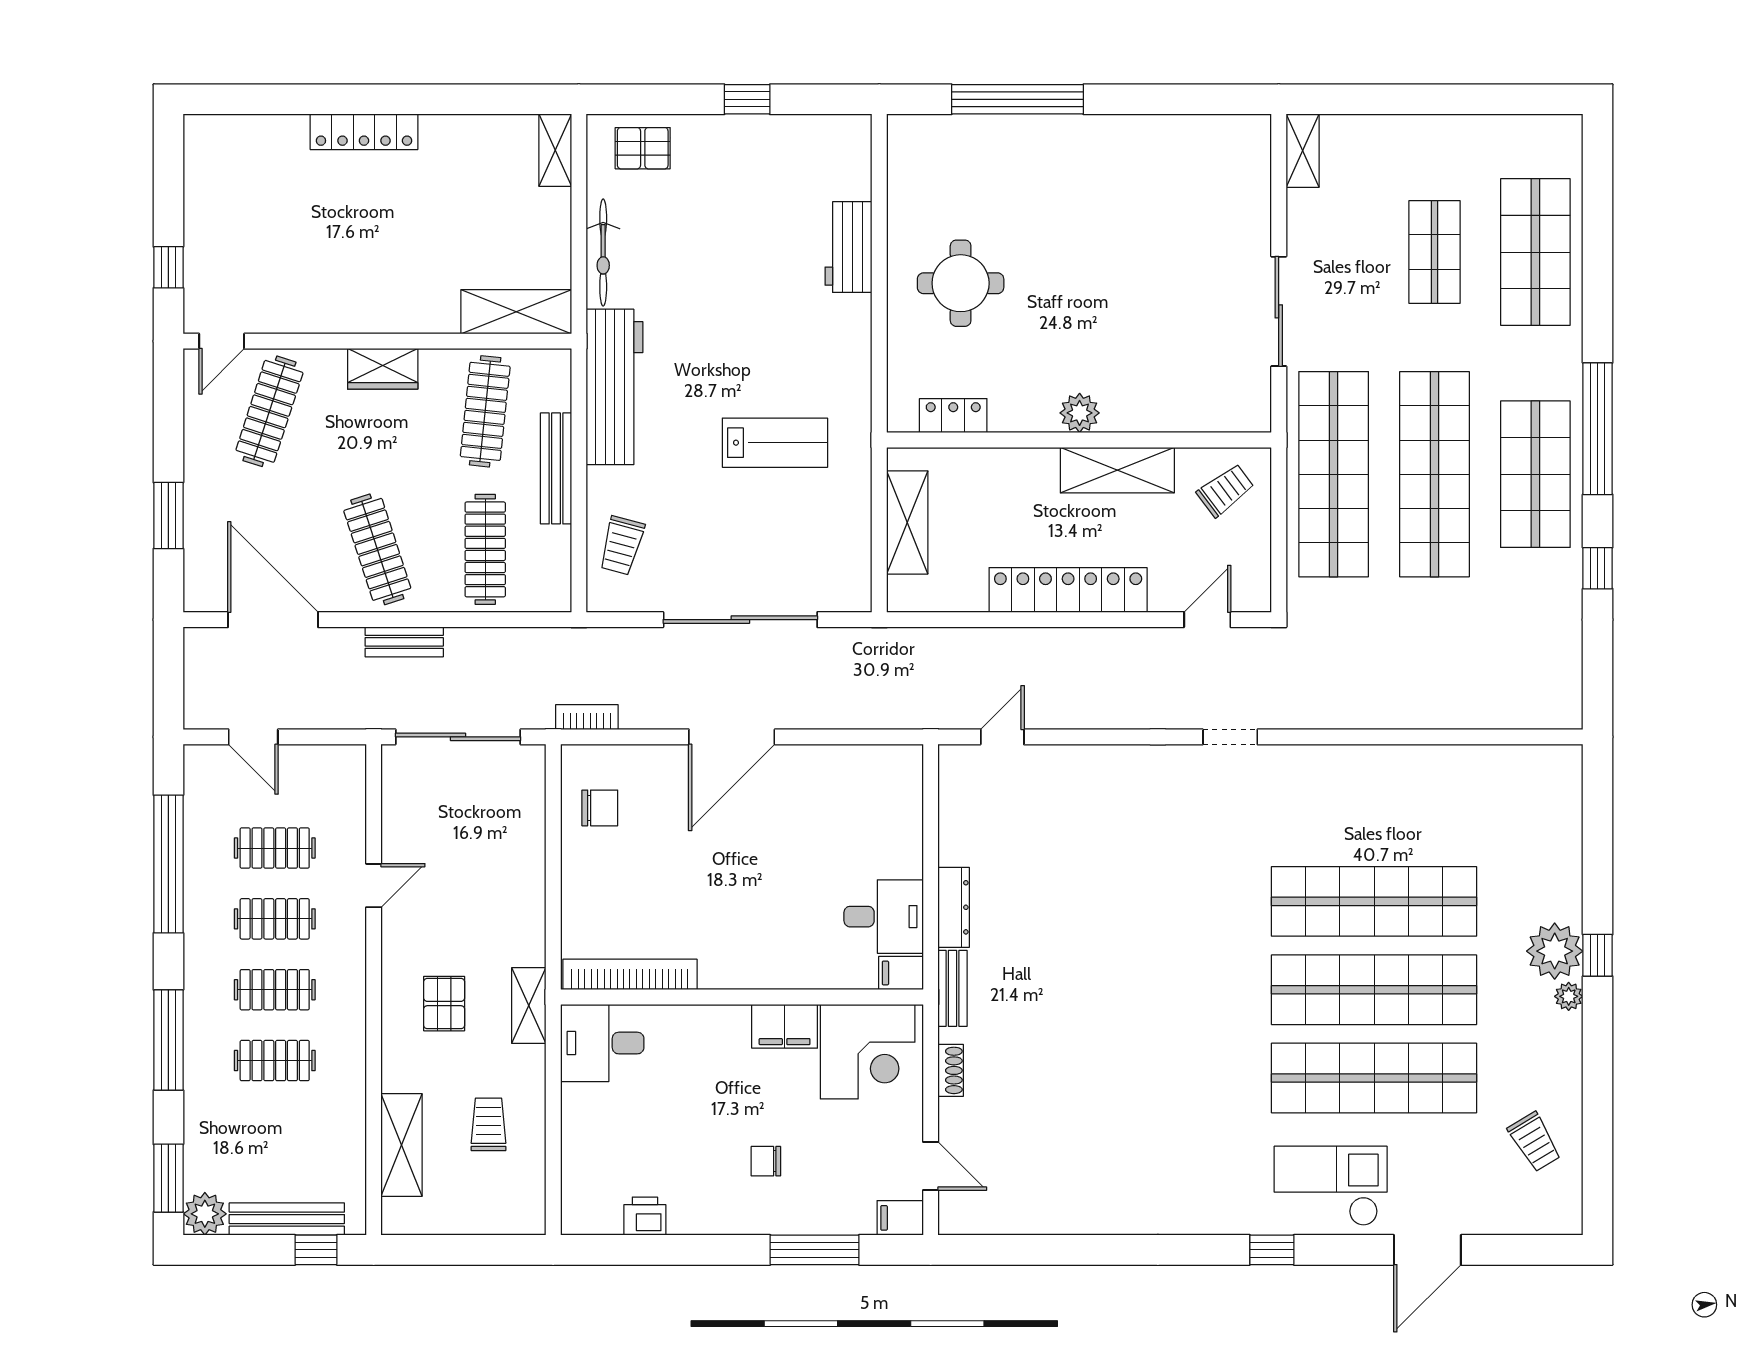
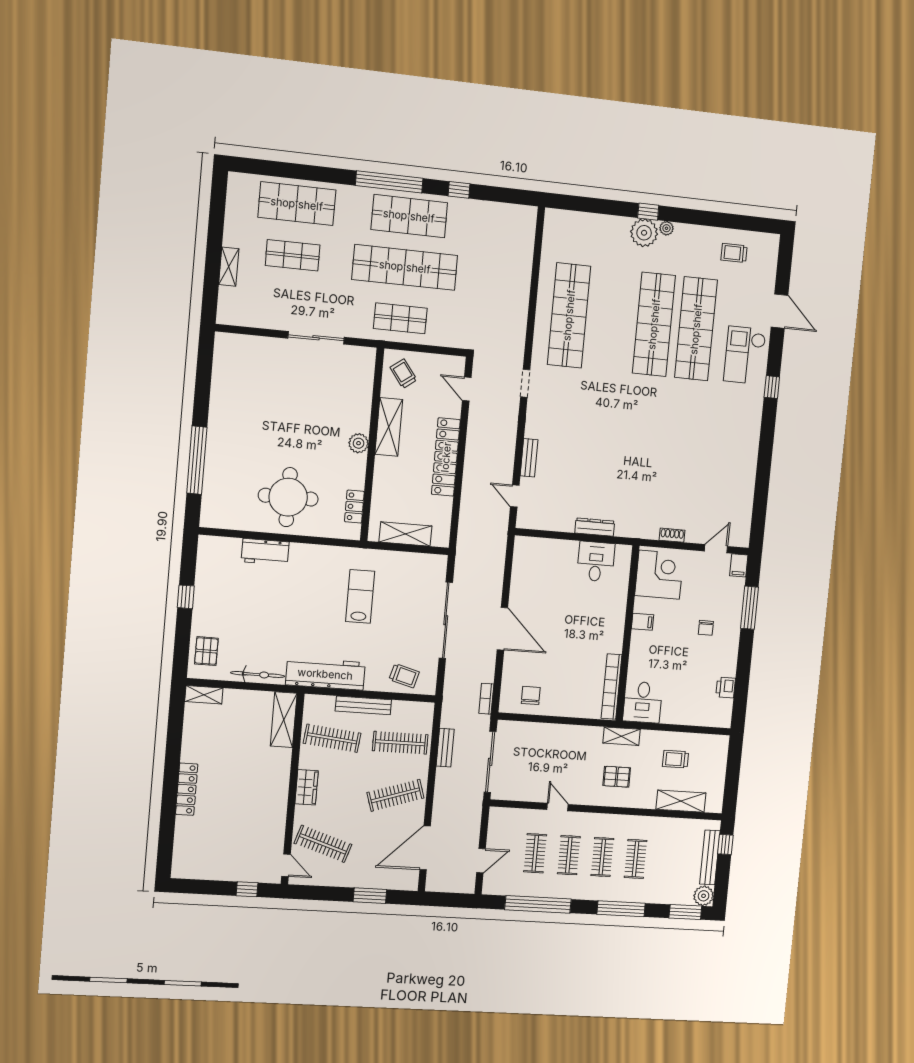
shelving: (1303, 151) -> (229, 267), moved, turned 90
round table: (961, 283) -> (288, 497), width x1.36, depth x1.36
shop shelf: (1334, 474) -> (400, 318), width x0.50, depth x0.74
bench: (404, 642) -> (445, 748), moved
shop shelf: (1374, 901) -> (569, 315), moved
filing cabinet: (901, 973) -> (624, 555), removed
bench: (952, 988) -> (529, 458), moved, turned 90
filing cabinet: (785, 1026) -> (643, 622), width x0.50
trolley: (1534, 1142) -> (734, 253), turned -149

